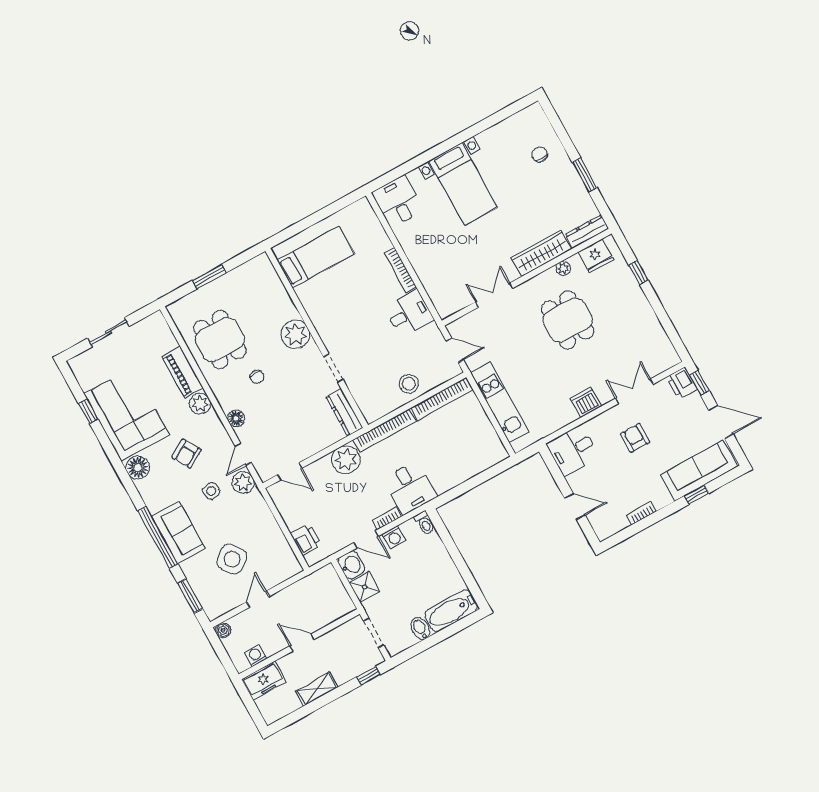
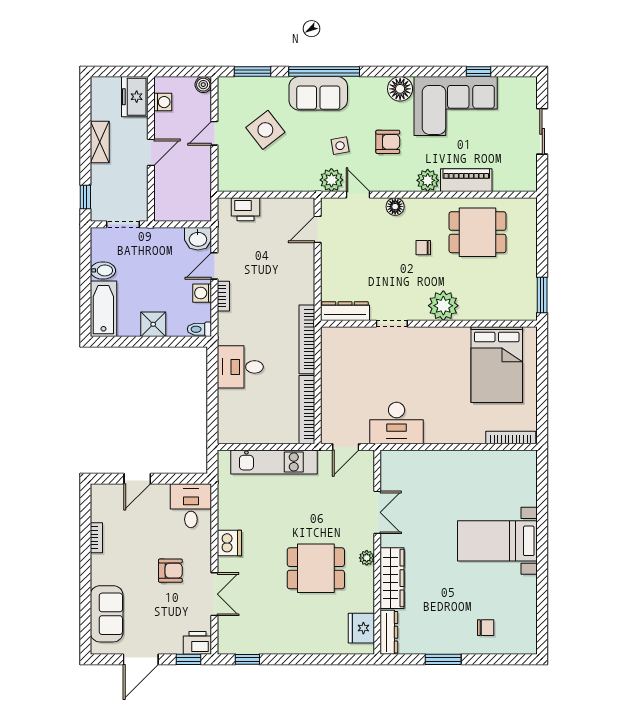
desk: (398, 202) -> (515, 470), removed
bed: (316, 257) -> (497, 365), width x1.50
plant: (563, 268) -> (367, 558), moved
bookcase: (400, 270) -> (511, 437), moved
window: (638, 273) -> (247, 659), moved
window: (209, 277) -> (542, 295), moved
desk: (409, 314) -> (397, 423), width x1.37
stool: (409, 384) -> (338, 386), removed
armchair: (187, 454) -> (388, 142), turned 121
plant: (346, 460) -> (300, 288), removed
sofa: (699, 471) -> (107, 614), width x0.73
desk: (410, 488) -> (240, 367), moved
window: (697, 495) -> (85, 599), removed
shower: (365, 587) -> (153, 324), moved
door: (258, 599) -> (214, 133), swing flipped

